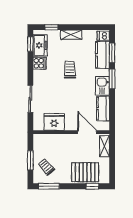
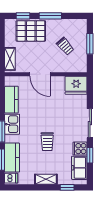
window: (30, 44) -> (90, 155), moved
sliding door: (30, 99) -> (90, 123), moved
fridge: (54, 122) -> (76, 85), moved
door: (87, 132) -> (40, 74), moved
trolley: (46, 167) -> (65, 46), moved
window: (49, 186) -> (50, 16), moved

